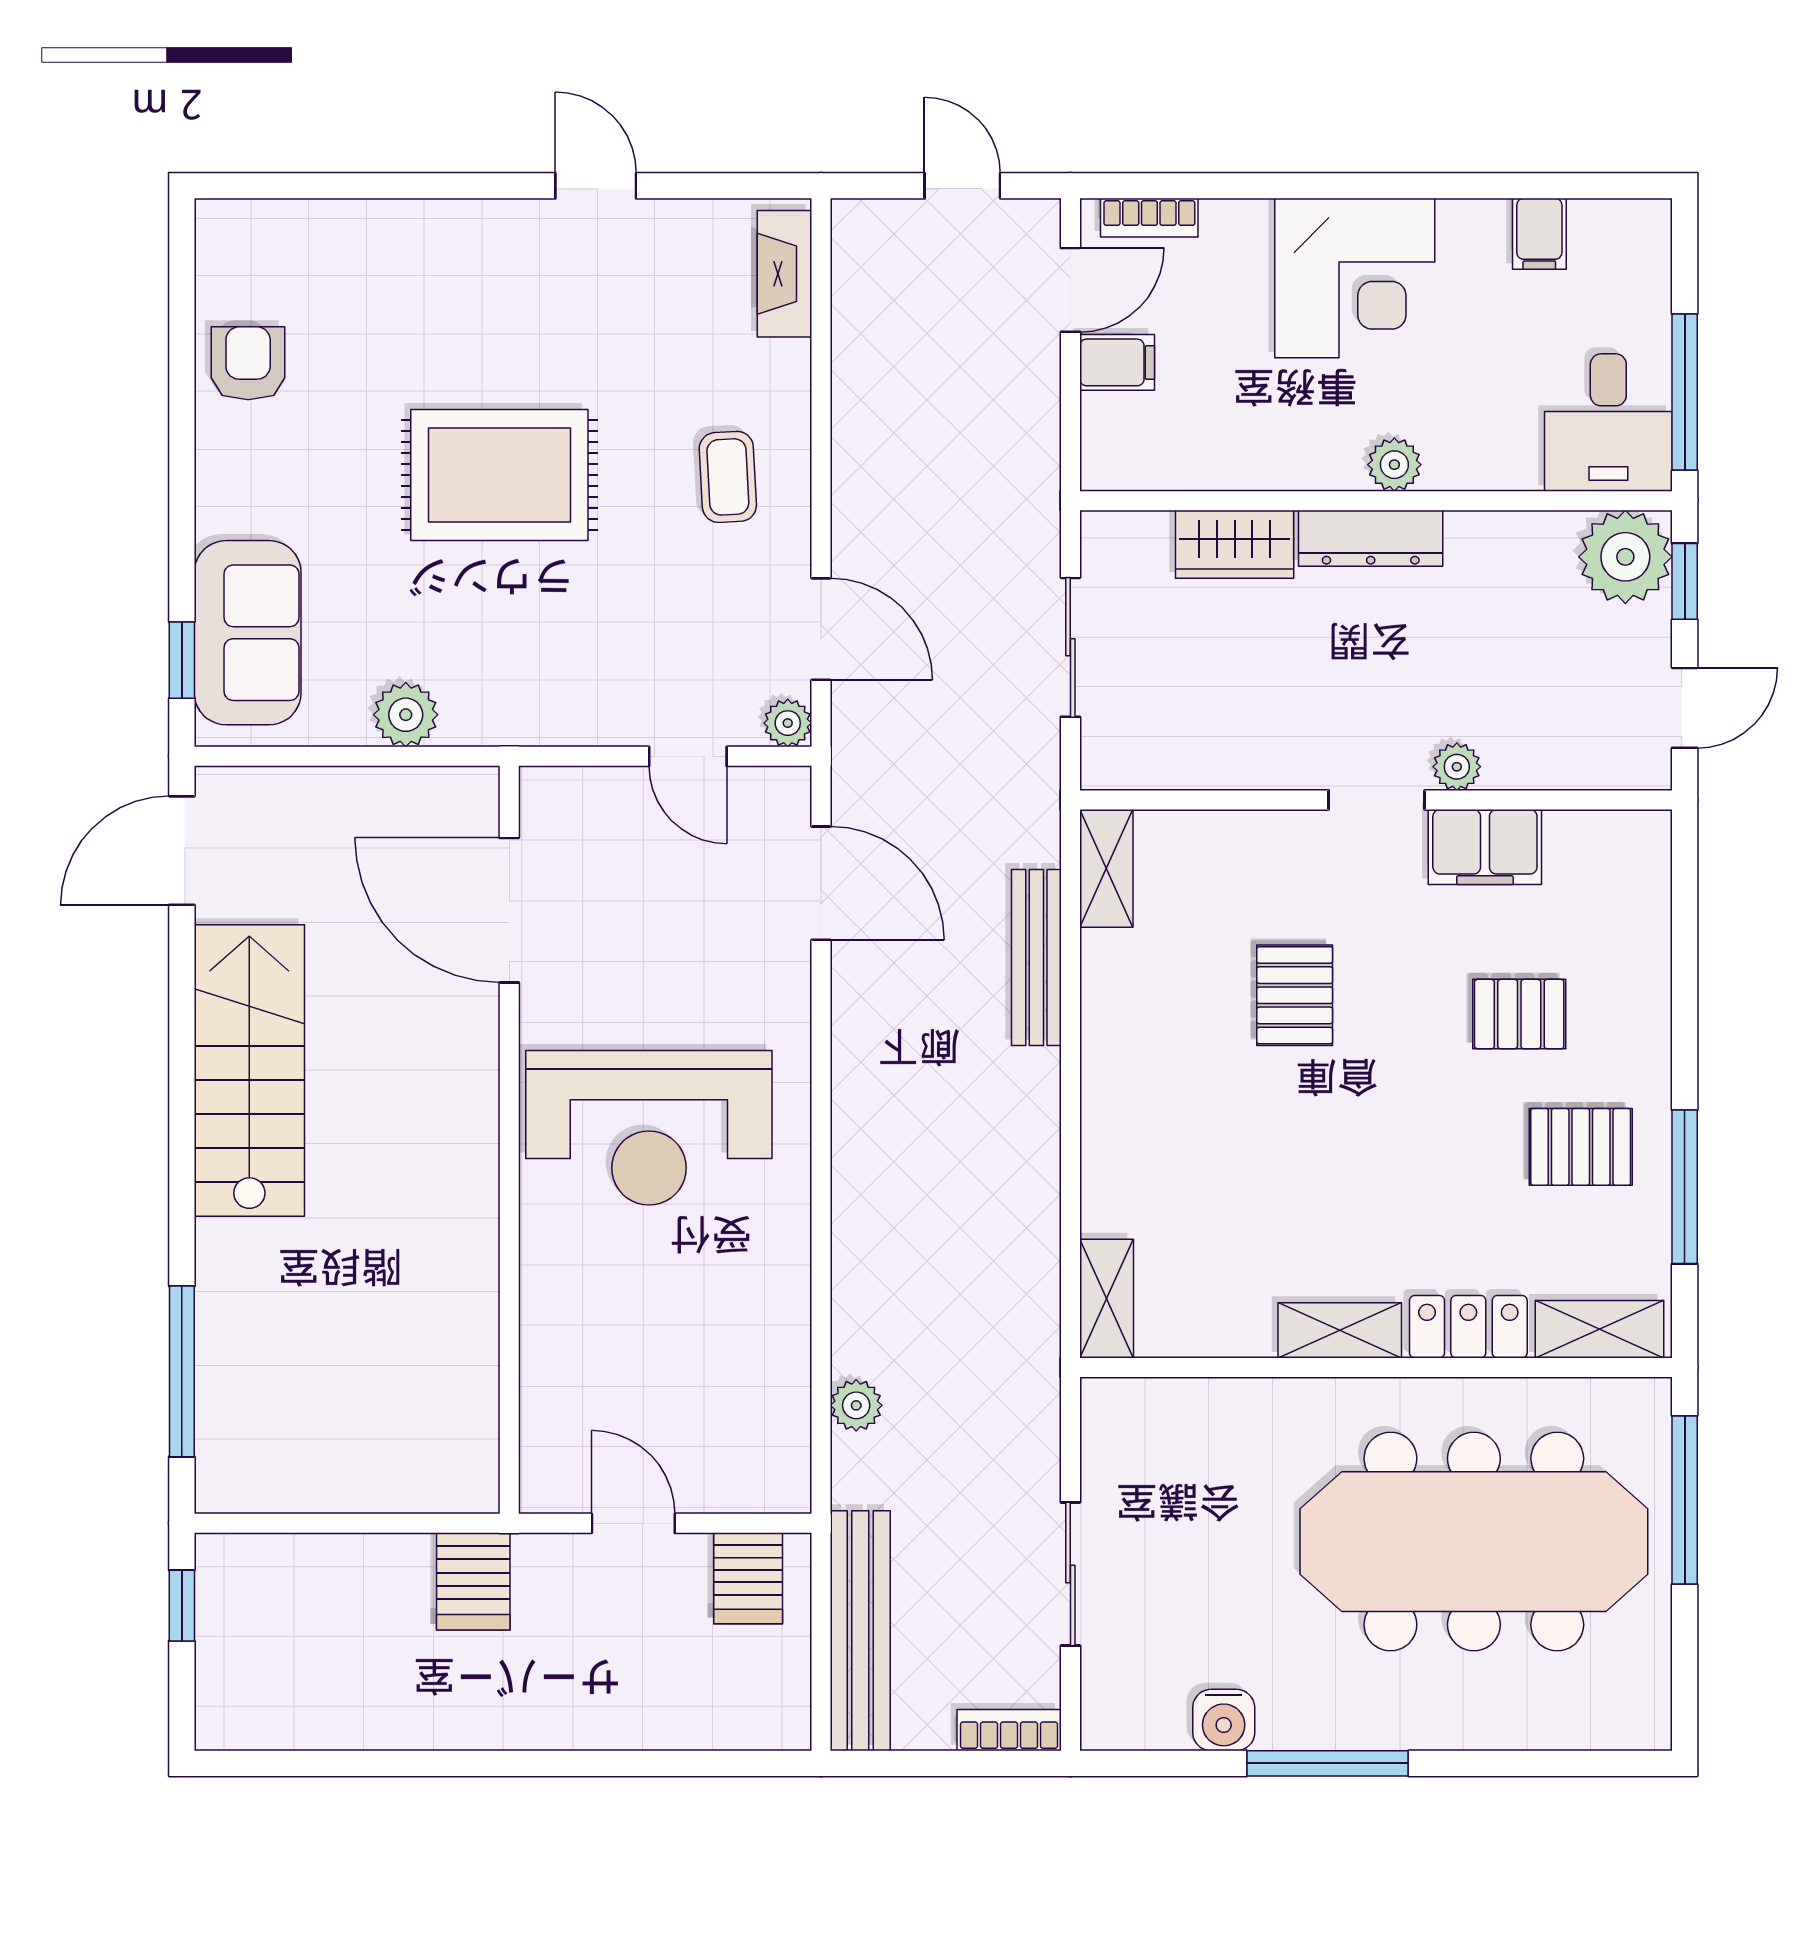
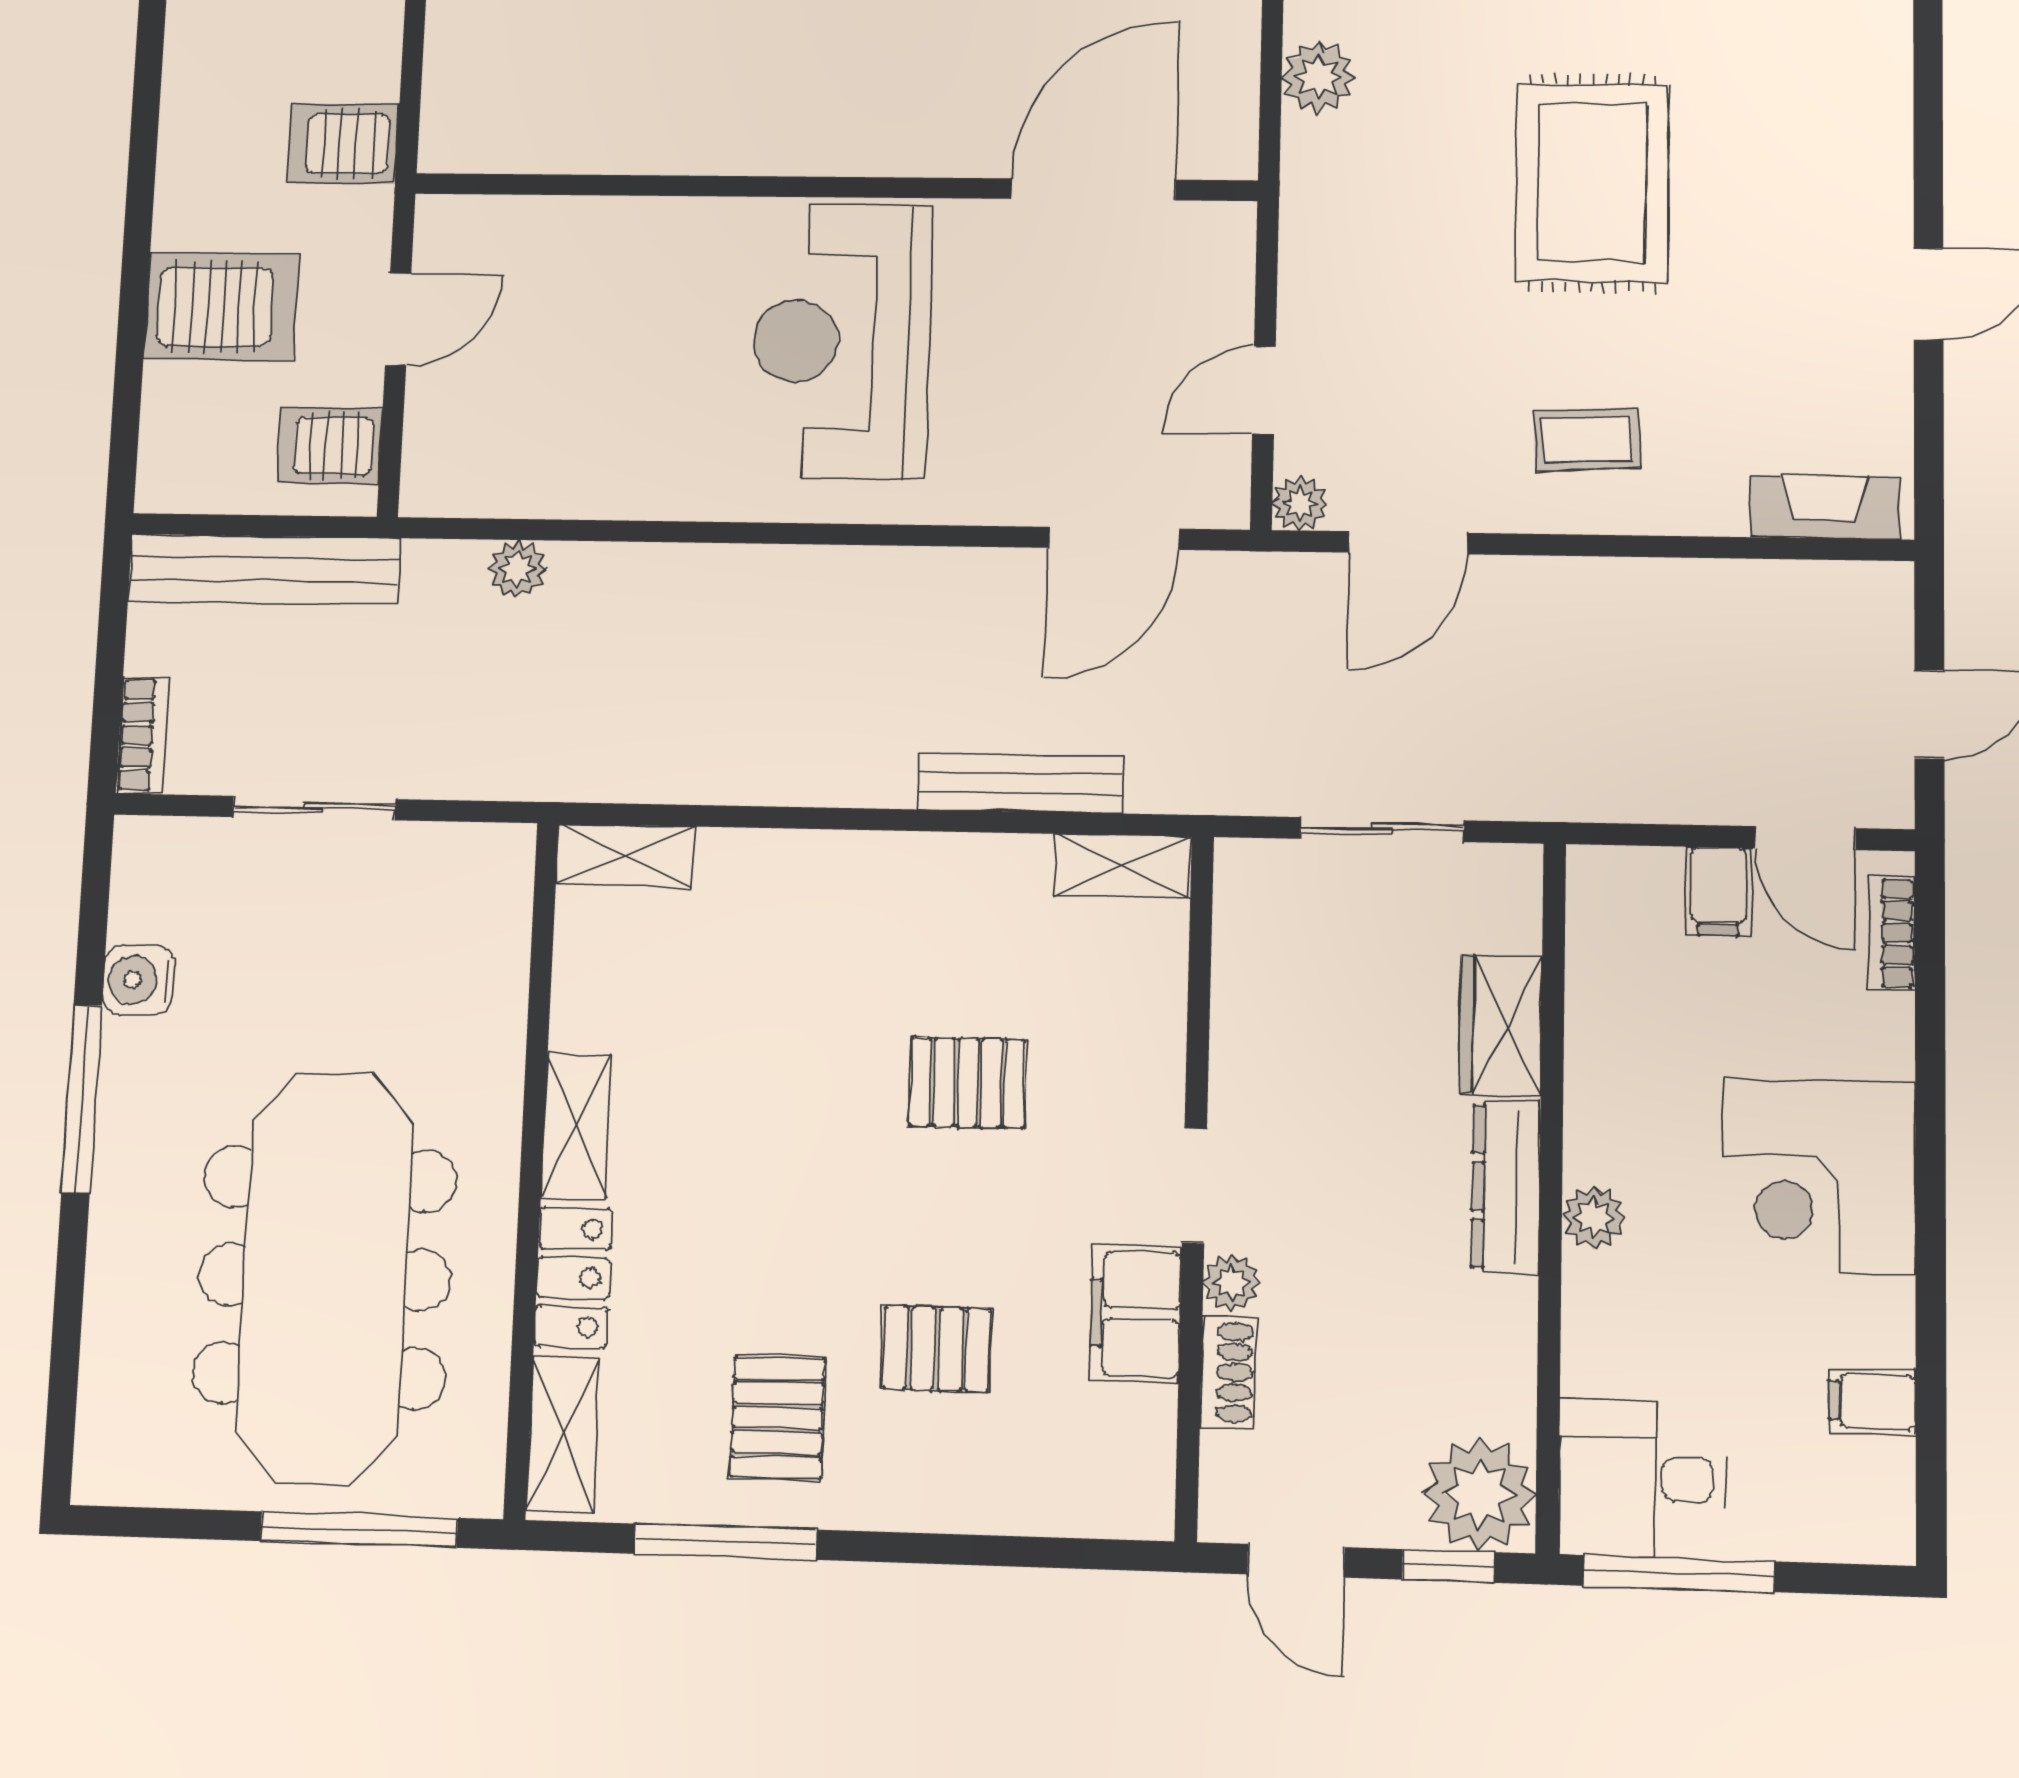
shoe rack: (1532, 768) -> (1228, 1372), added
pallet: (1519, 1014) -> (937, 1349), turned 90
server rack: (624, 1684) -> (221, 307), added

